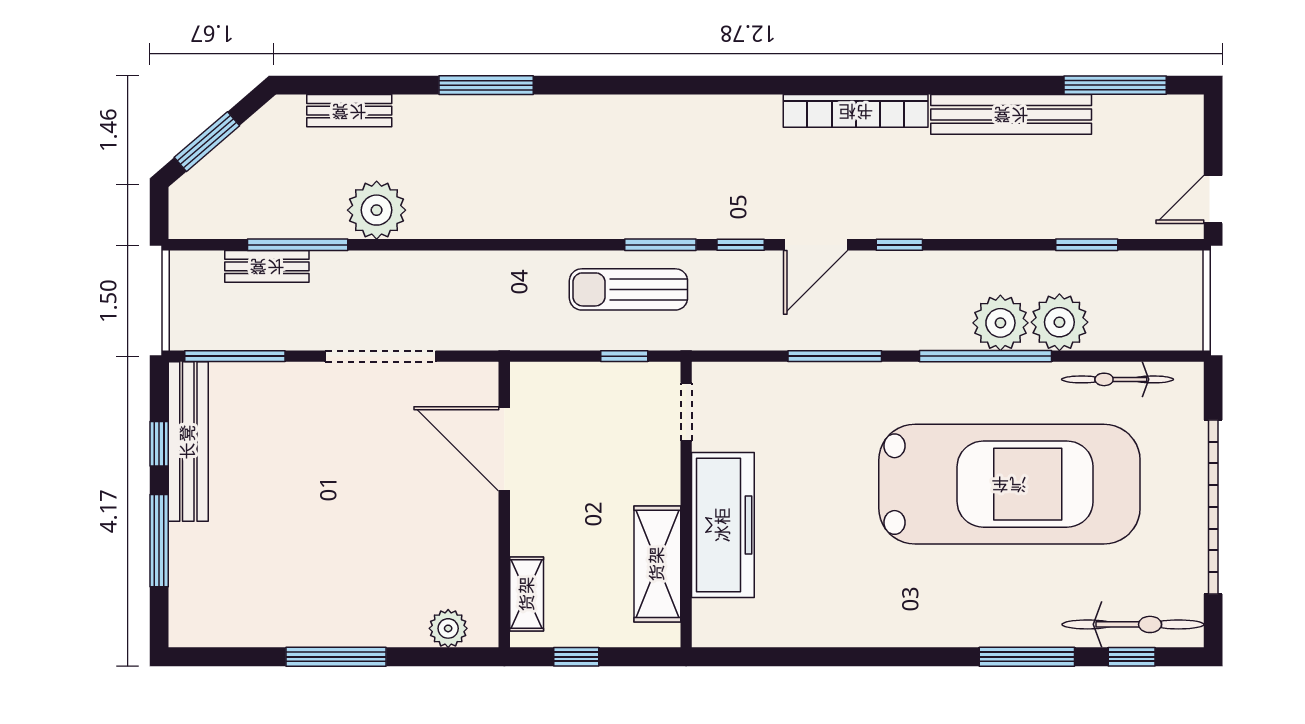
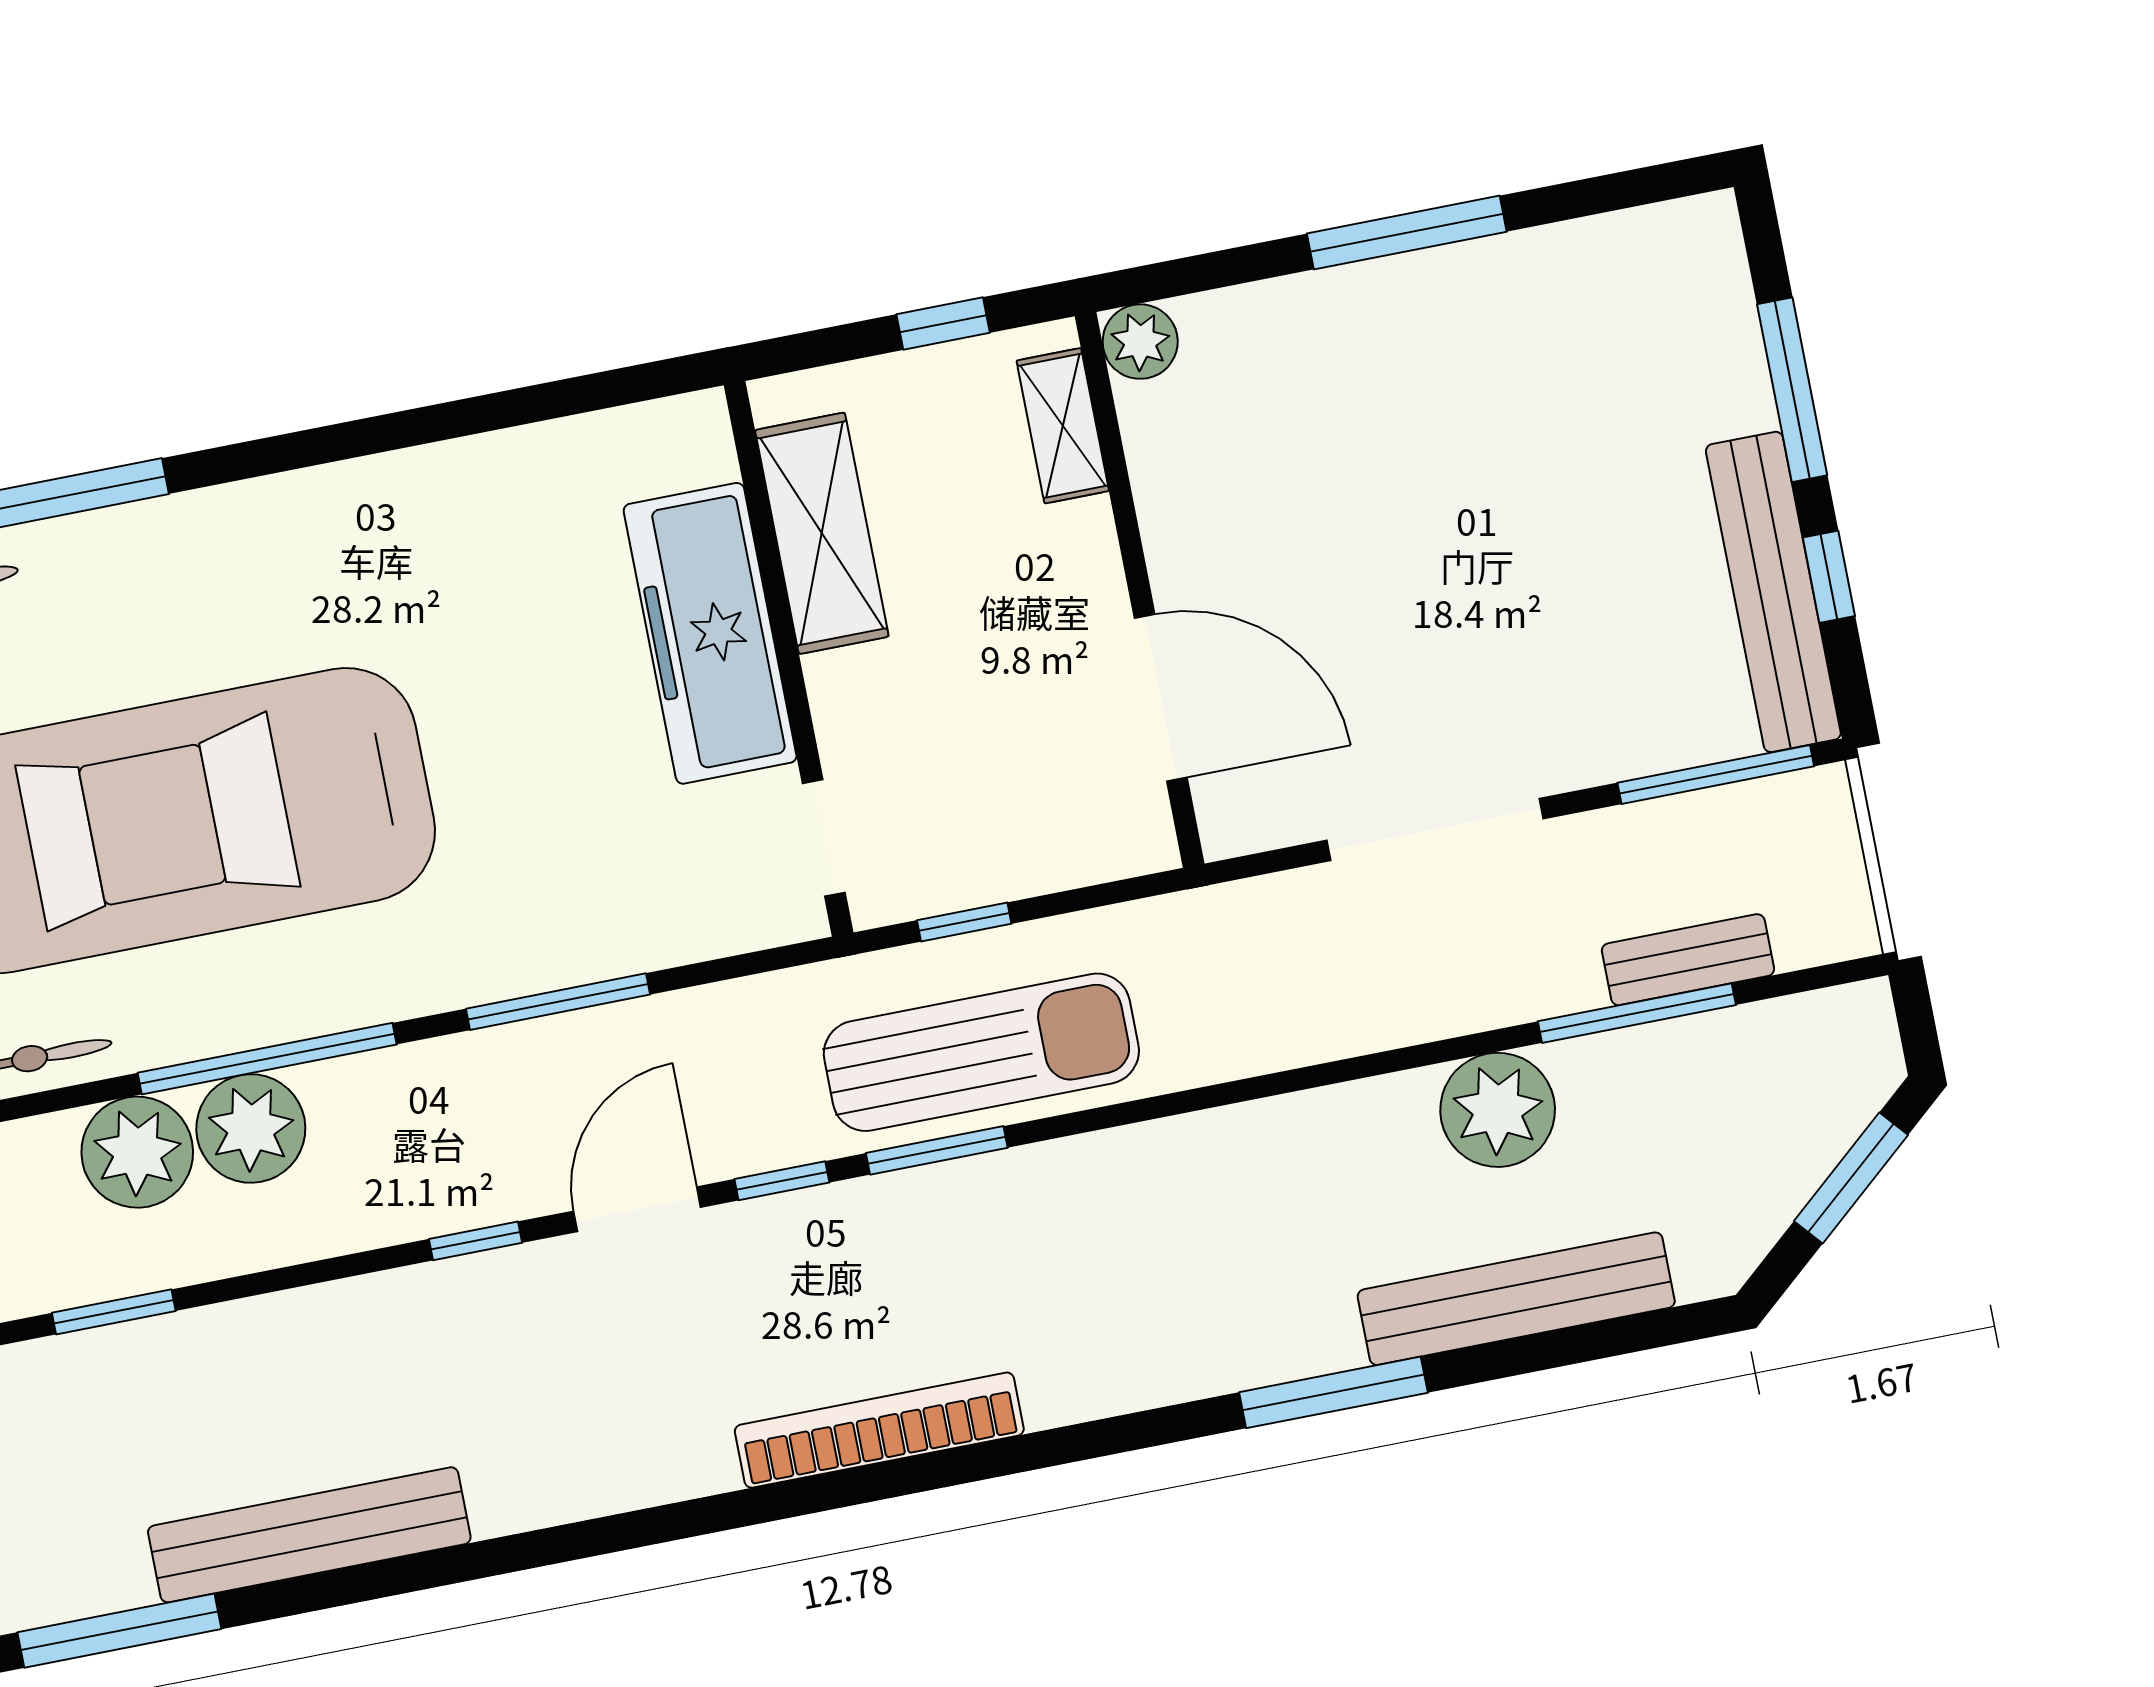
bench: (349, 111) -> (1516, 1299), width x1.86, depth x1.21
bookcase: (856, 111) -> (879, 1430), moved
sun lounger: (628, 289) -> (981, 1052), width x1.36, depth x1.34
plant: (448, 628) -> (1140, 342), moved

